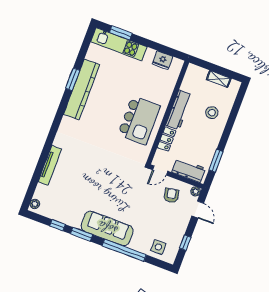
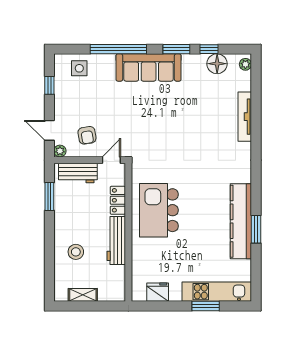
window: (121, 33) -> (206, 306), moved
floor lamp: (56, 212) -> (217, 64), added

